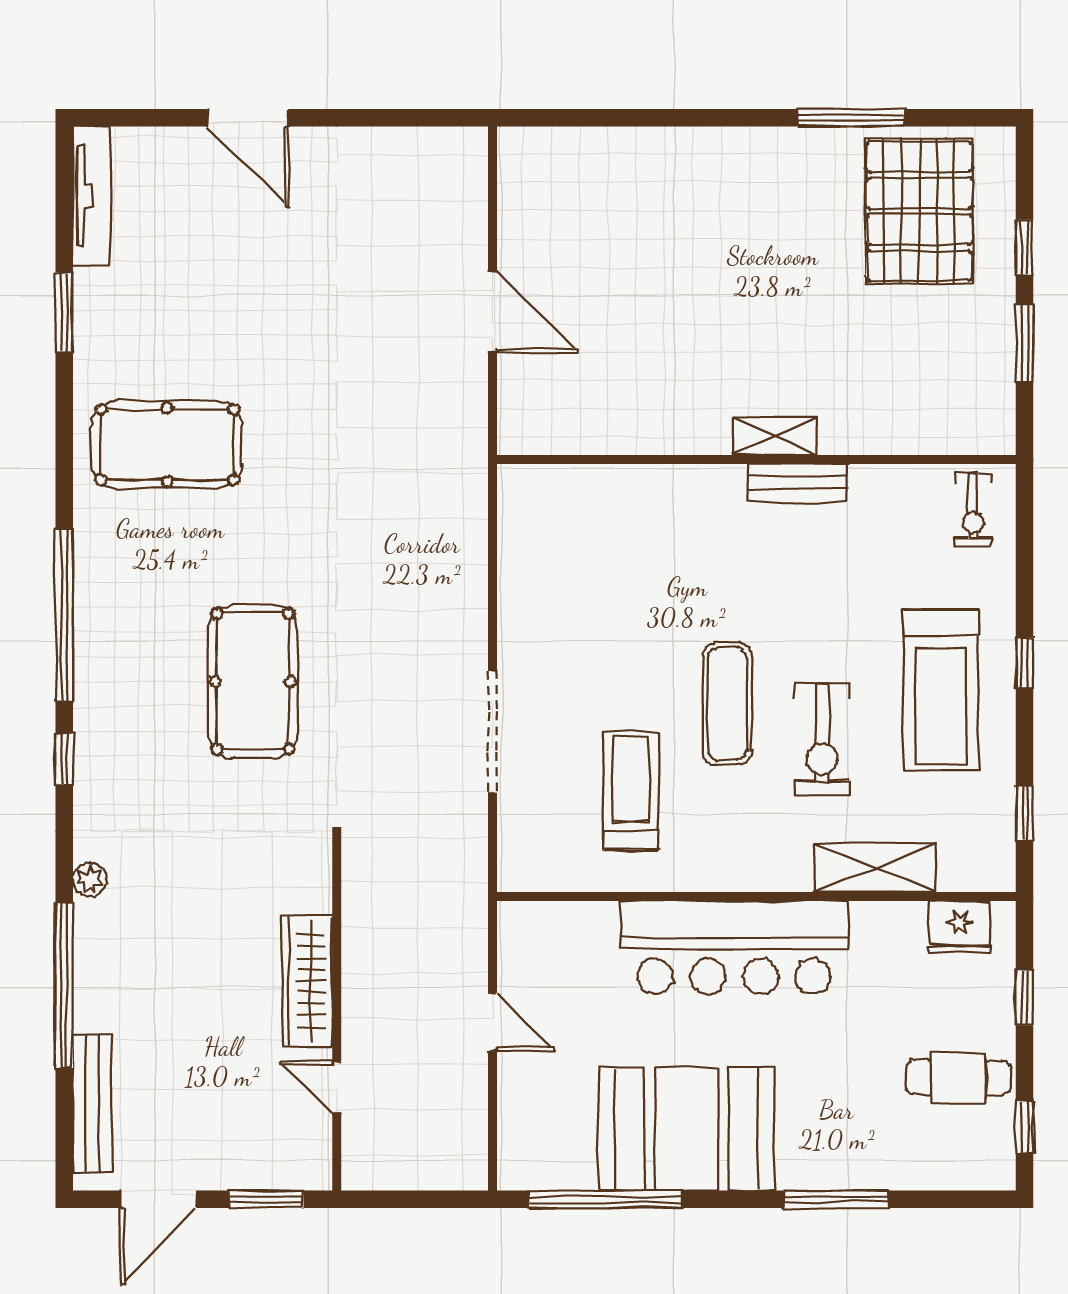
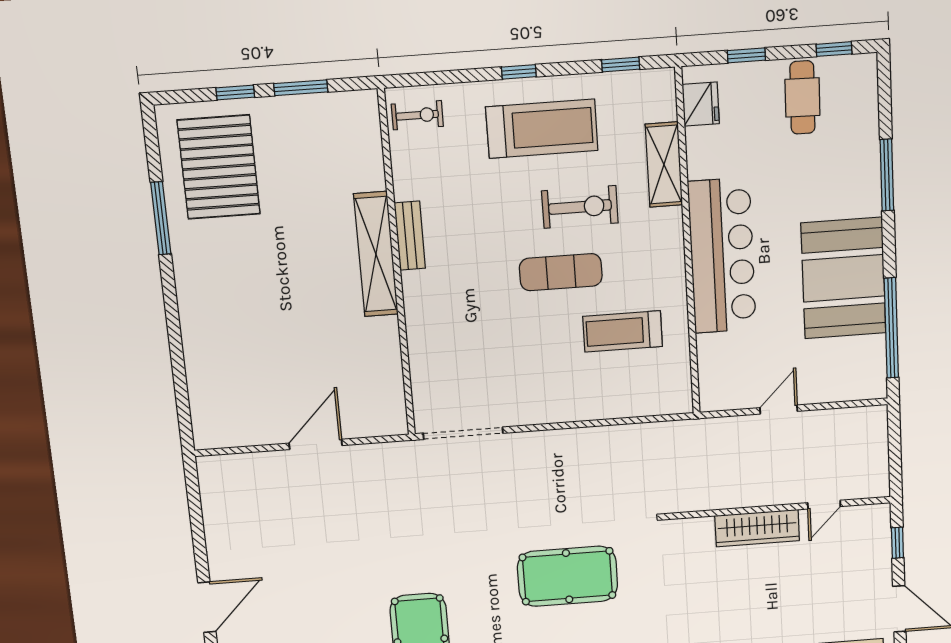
pallet: (919, 211) -> (219, 167), turned 90
shelving: (774, 436) -> (376, 254), width x2.20, depth x1.33
doorway: (492, 732) -> (463, 433), moved
window: (266, 1199) -> (897, 543), width x0.67

